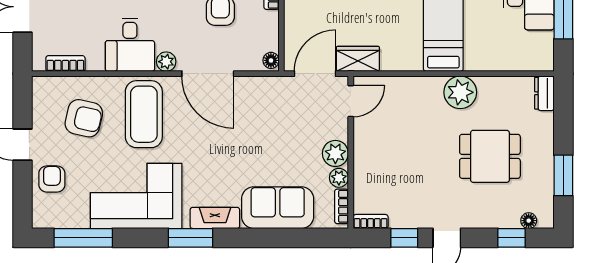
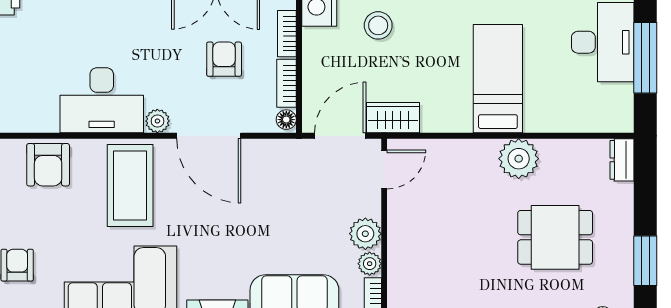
desk: (130, 45) -> (102, 100), width x1.37
bookcase: (65, 64) -> (286, 83), moved, turned -90
armchair: (84, 118) -> (48, 165), moved, turned 77

